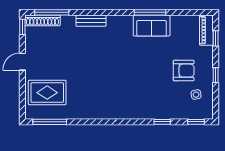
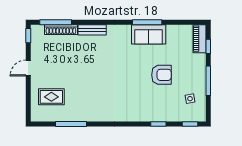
shoe rack: (42, 20) -> (61, 30), moved
armchair: (184, 71) -> (161, 75), moved
window: (216, 75) -> (208, 81), width x2.17
rug: (47, 93) -> (51, 97), width x0.73, depth x0.70
window: (50, 122) -> (71, 124), moved

